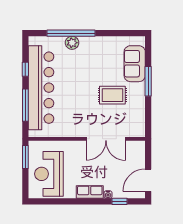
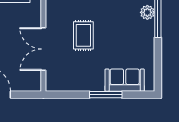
rug: (112, 95) -> (83, 35), moved

